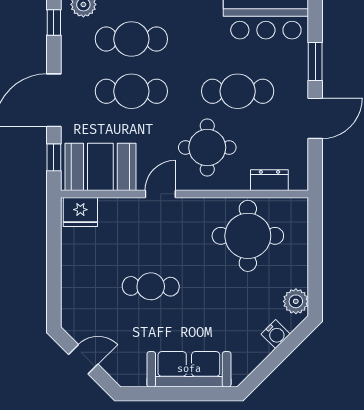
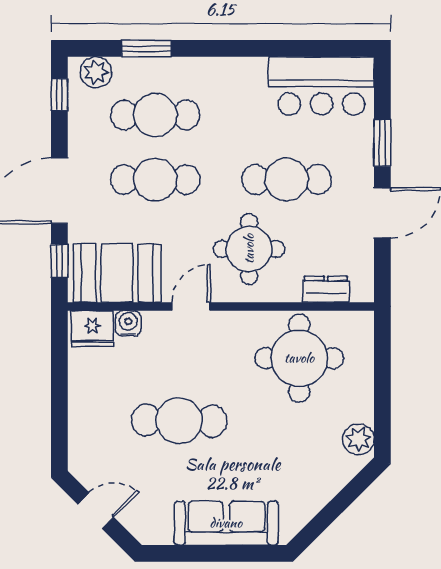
cafe table: (151, 286) -> (179, 421), width x1.37, depth x1.35
water cooler: (276, 334) -> (128, 323), moved, turned -135

